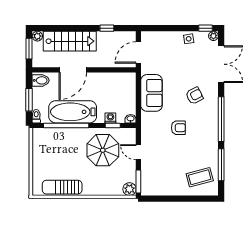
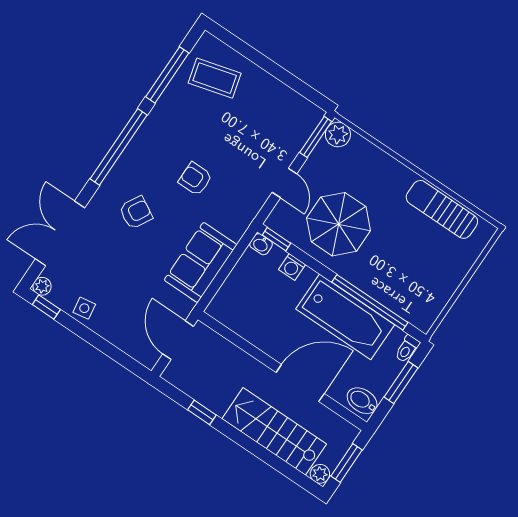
door: (138, 53) -> (178, 340), swing flipped
armchair: (194, 96) -> (136, 212), turned 146
window: (113, 125) -> (276, 239), moved
sun lounger: (62, 187) -> (442, 209), turned 180

